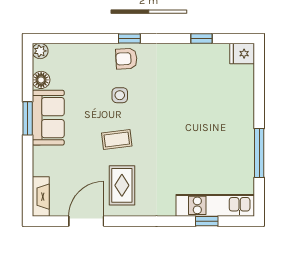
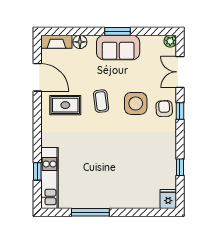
double door: (79, 38) -> (180, 72), added
floor lamp: (41, 80) -> (80, 42), moved
side table: (120, 95) -> (136, 103), width x1.87, depth x1.87

